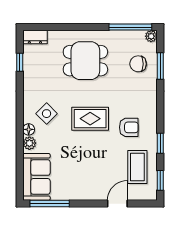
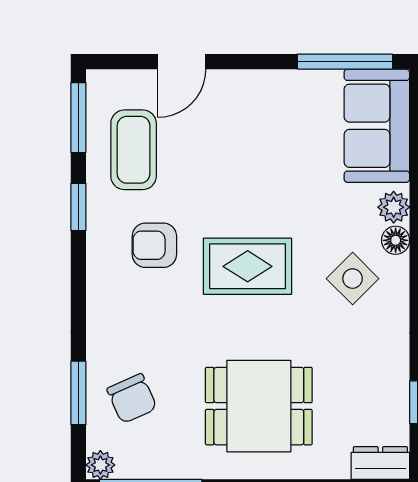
chair: (138, 64) -> (132, 399), turned 66
window: (160, 180) -> (78, 118), width x1.50

